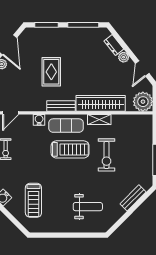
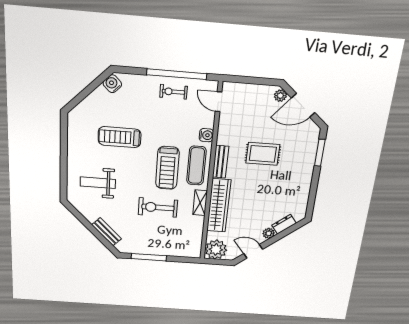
window: (83, 25) -> (313, 194), removed
treadmill: (33, 200) -> (120, 137), moved
weight bench: (88, 207) -> (98, 183), turned 90

